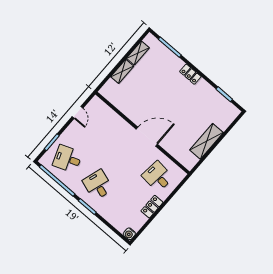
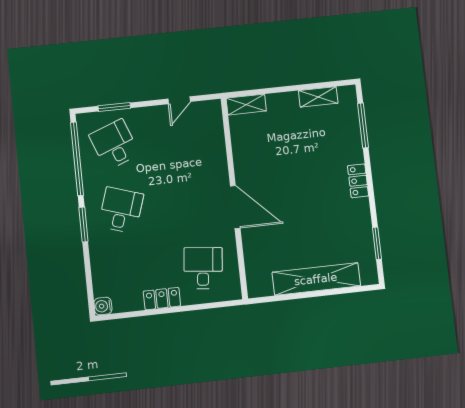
shelving: (122, 71) -> (246, 105), moved
shelving: (207, 141) -> (316, 279), width x1.47

